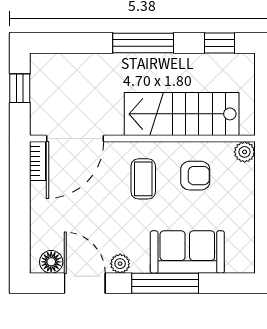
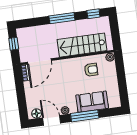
coffee table: (143, 179) -> (70, 74), removed

